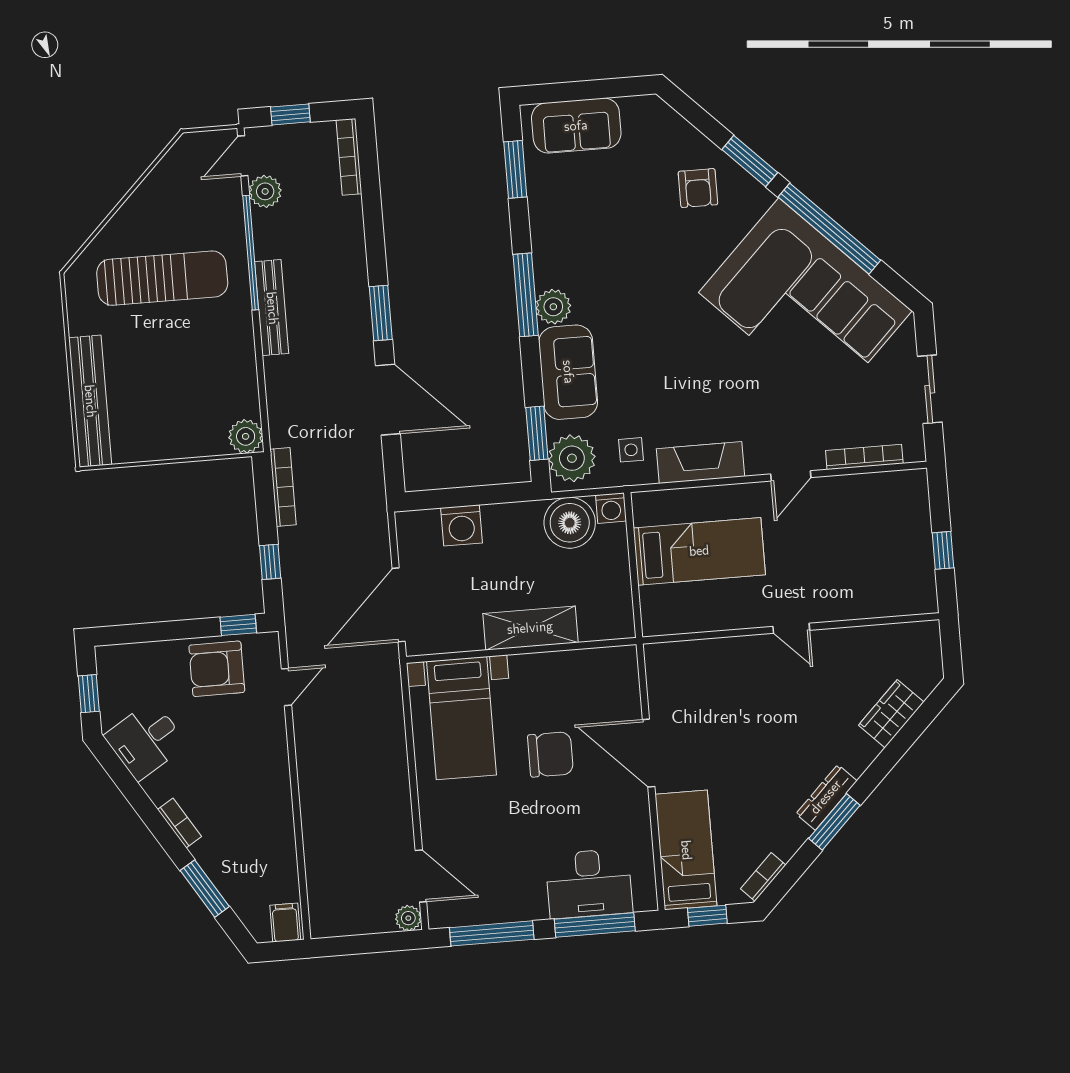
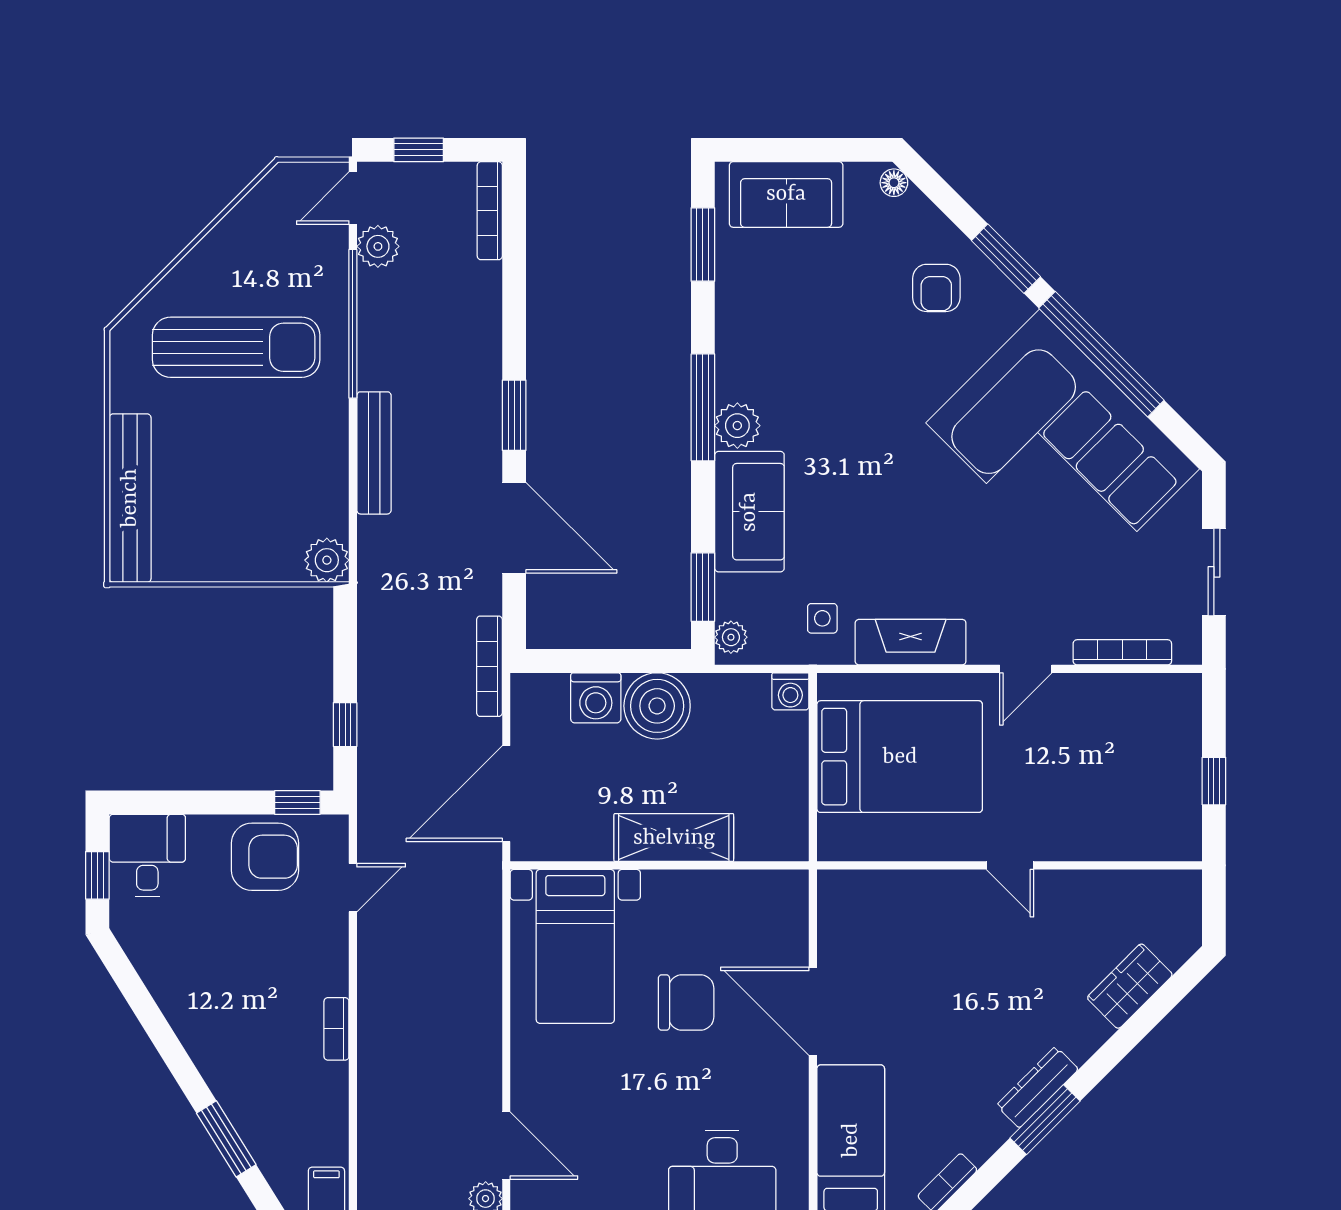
floor lamp: (659, 110) -> (894, 183), added
bench: (272, 308) -> (374, 453), moved
plant: (572, 458) -> (731, 637), width x0.53, depth x0.53
bookcase: (283, 487) -> (489, 666), moved, turned 180
boiler: (570, 523) -> (657, 706), moved
bed: (699, 551) -> (900, 757), width x1.50
armchair: (217, 669) -> (265, 857), turned 180
desk: (146, 740) -> (147, 855), moved, turned 122
bookcase: (179, 823) -> (336, 1029), moved, turned -148

